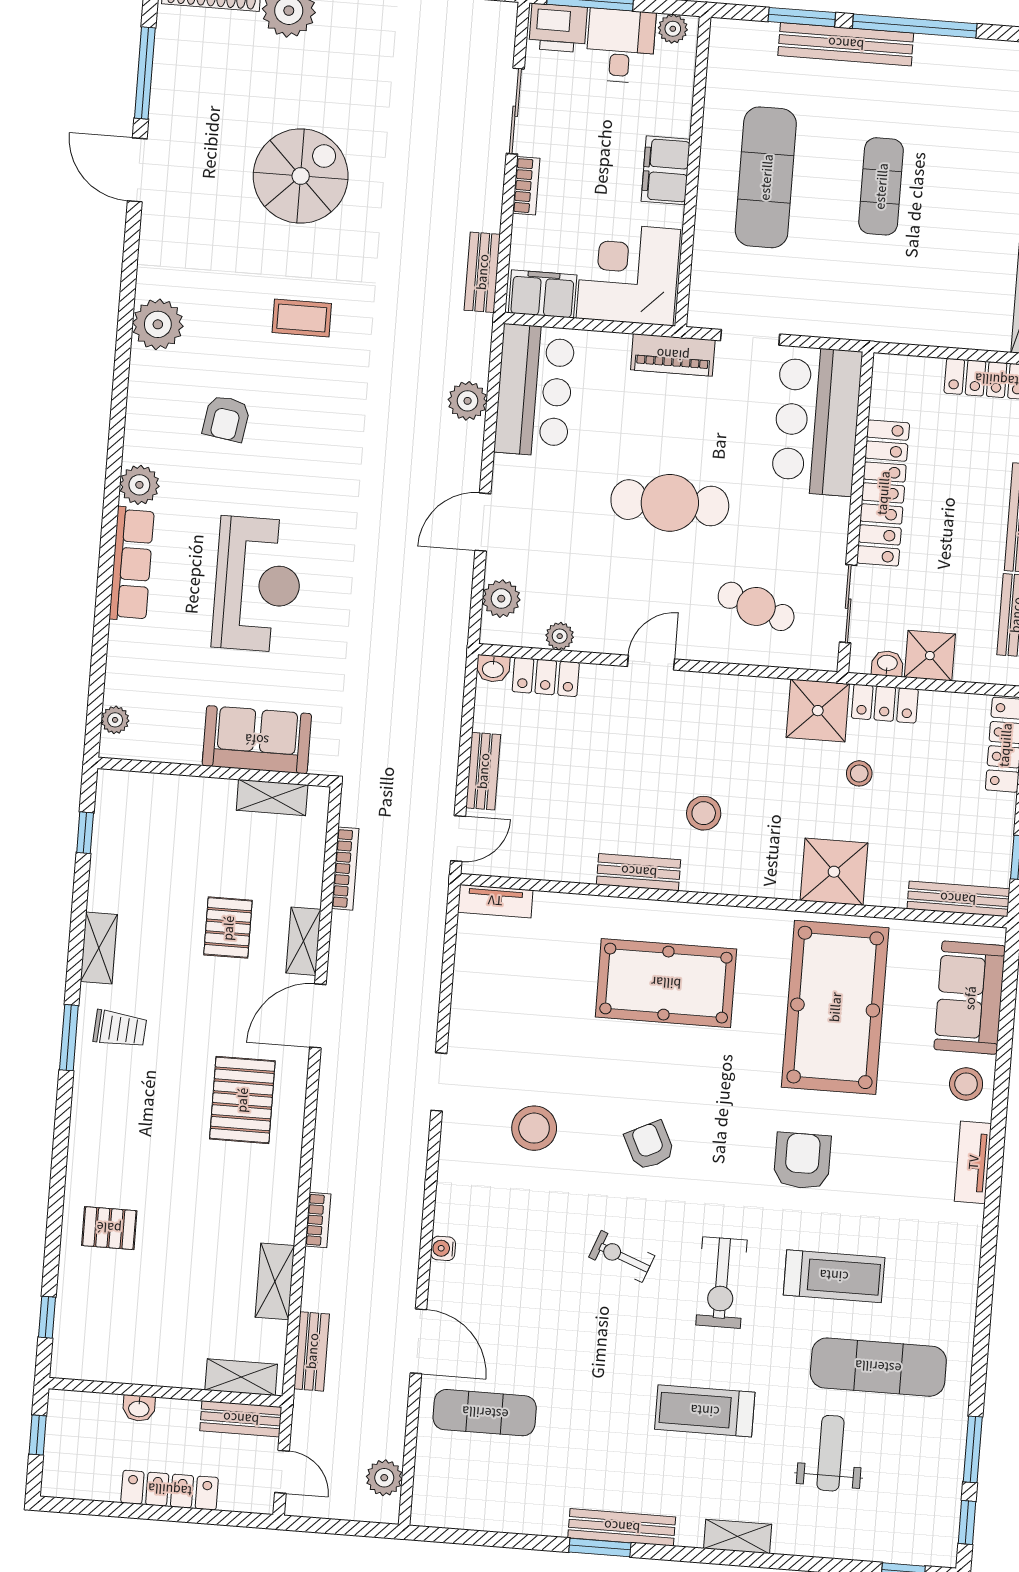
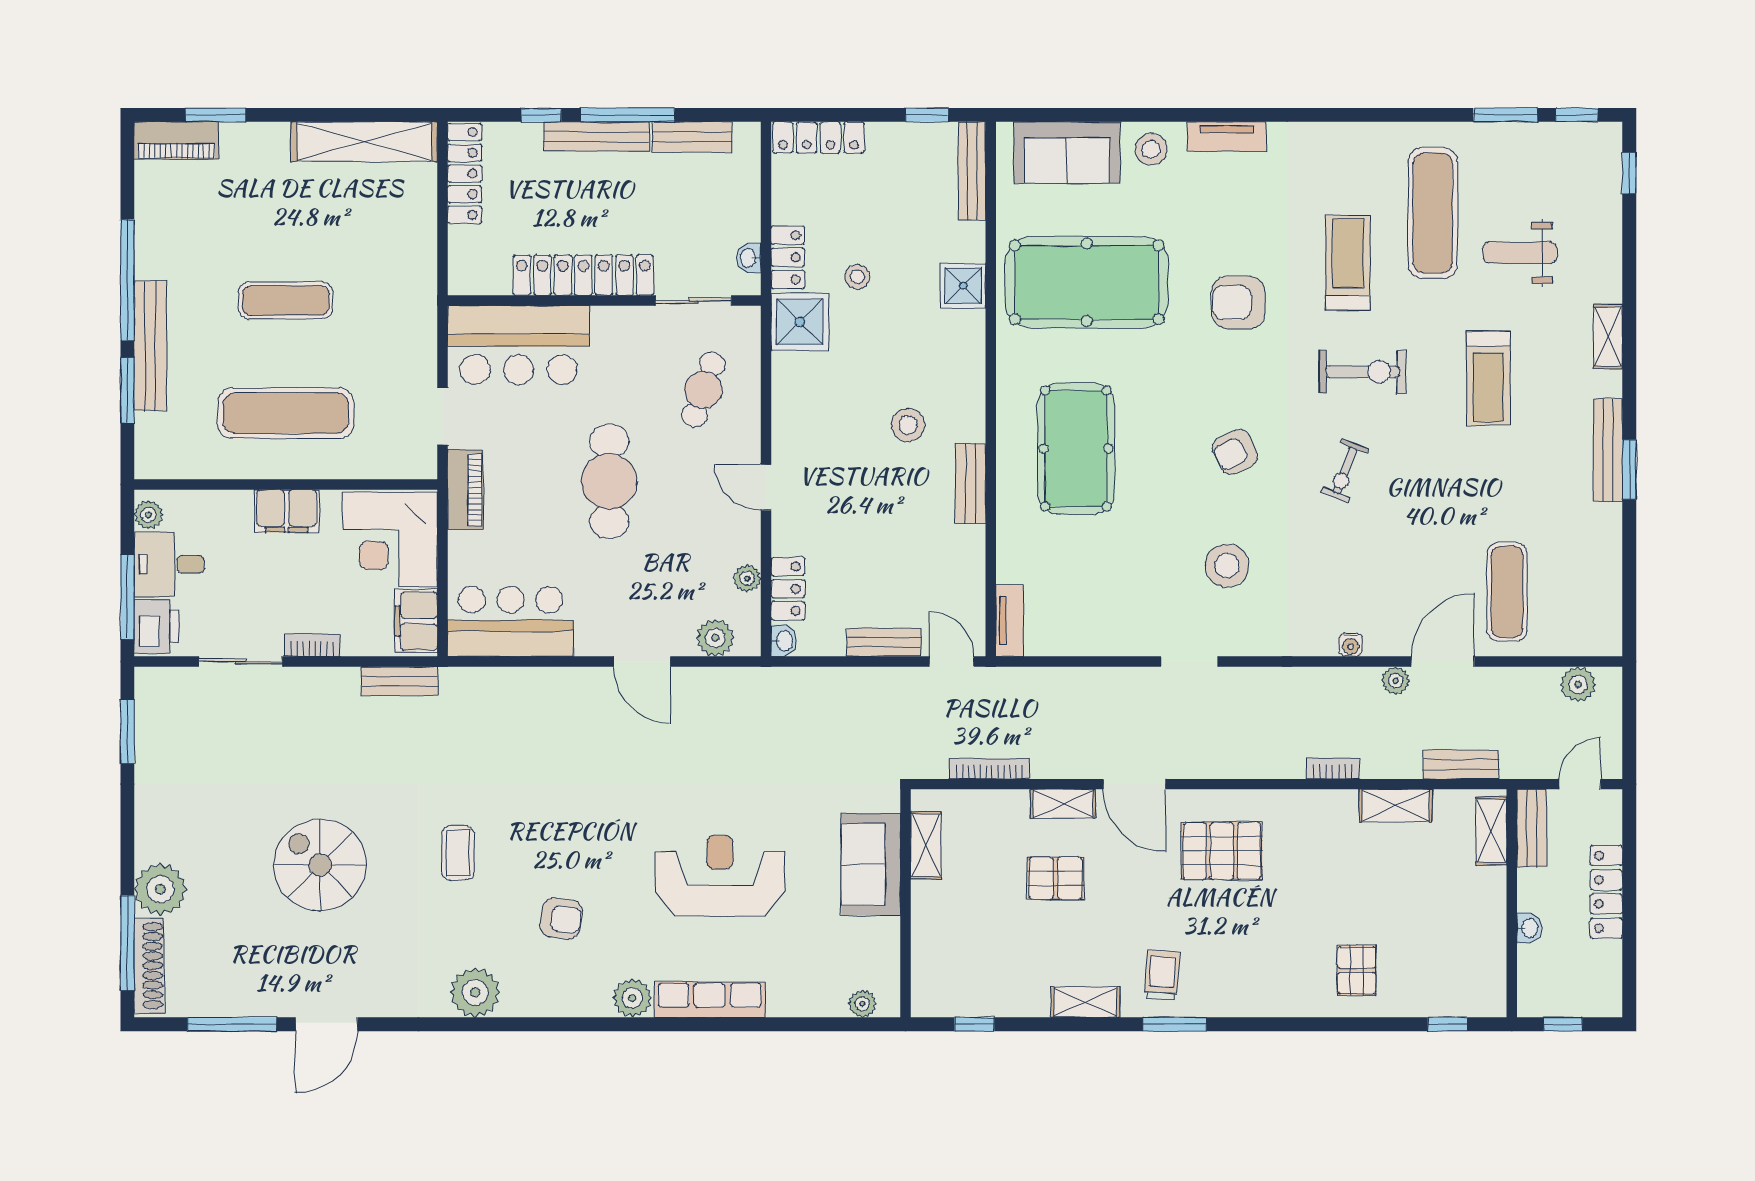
plant: (468, 401) -> (1396, 681), moved, width x0.73, depth x0.73
shower: (930, 656) -> (738, 217), removed
shower: (834, 872) -> (963, 286), width x0.73, depth x0.73

